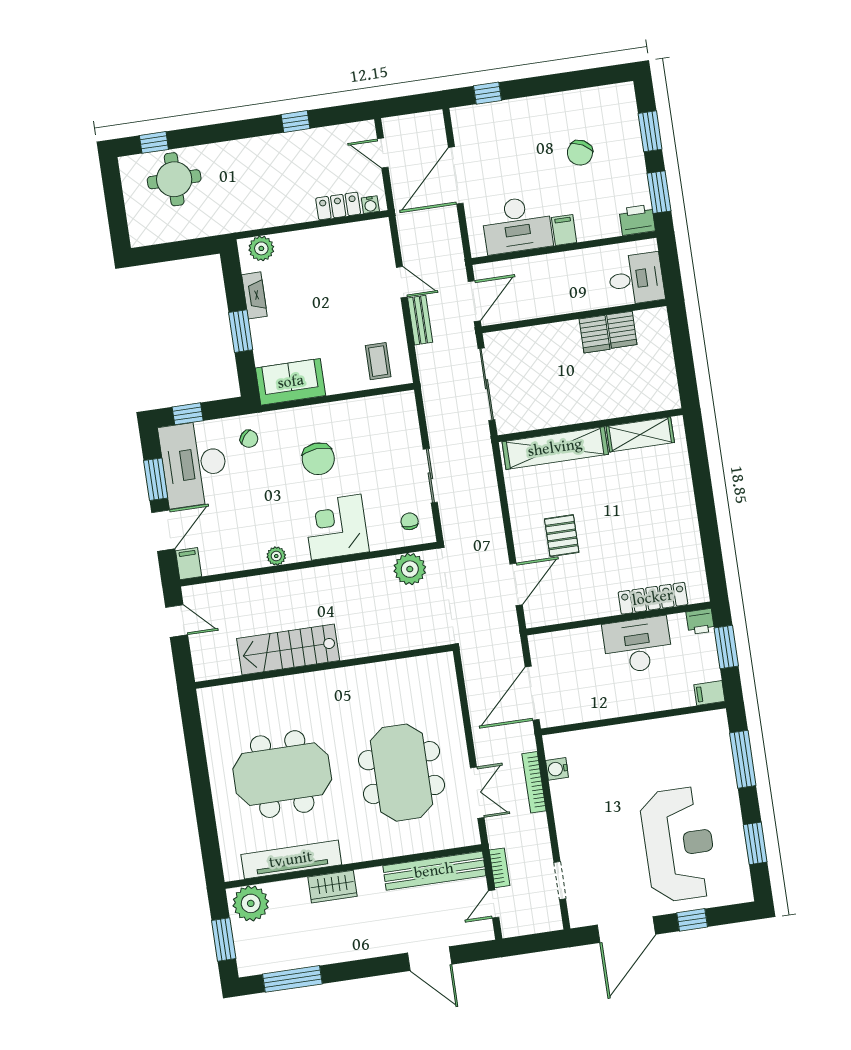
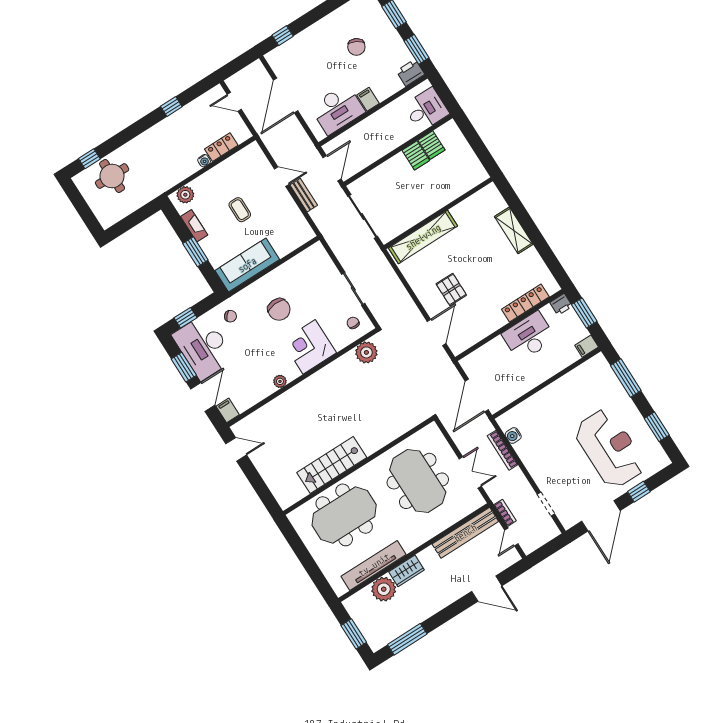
water cooler: (370, 205) -> (204, 161), moved
coffee table: (378, 361) -> (240, 210), moved
sofa: (291, 382) -> (247, 265), width x1.36
shelving: (640, 434) -> (514, 230), moved, turned 90
stairs: (288, 650) -> (332, 465), moved
wall: (324, 667) -> (359, 466), moved
plant: (251, 903) -> (384, 589), moved

